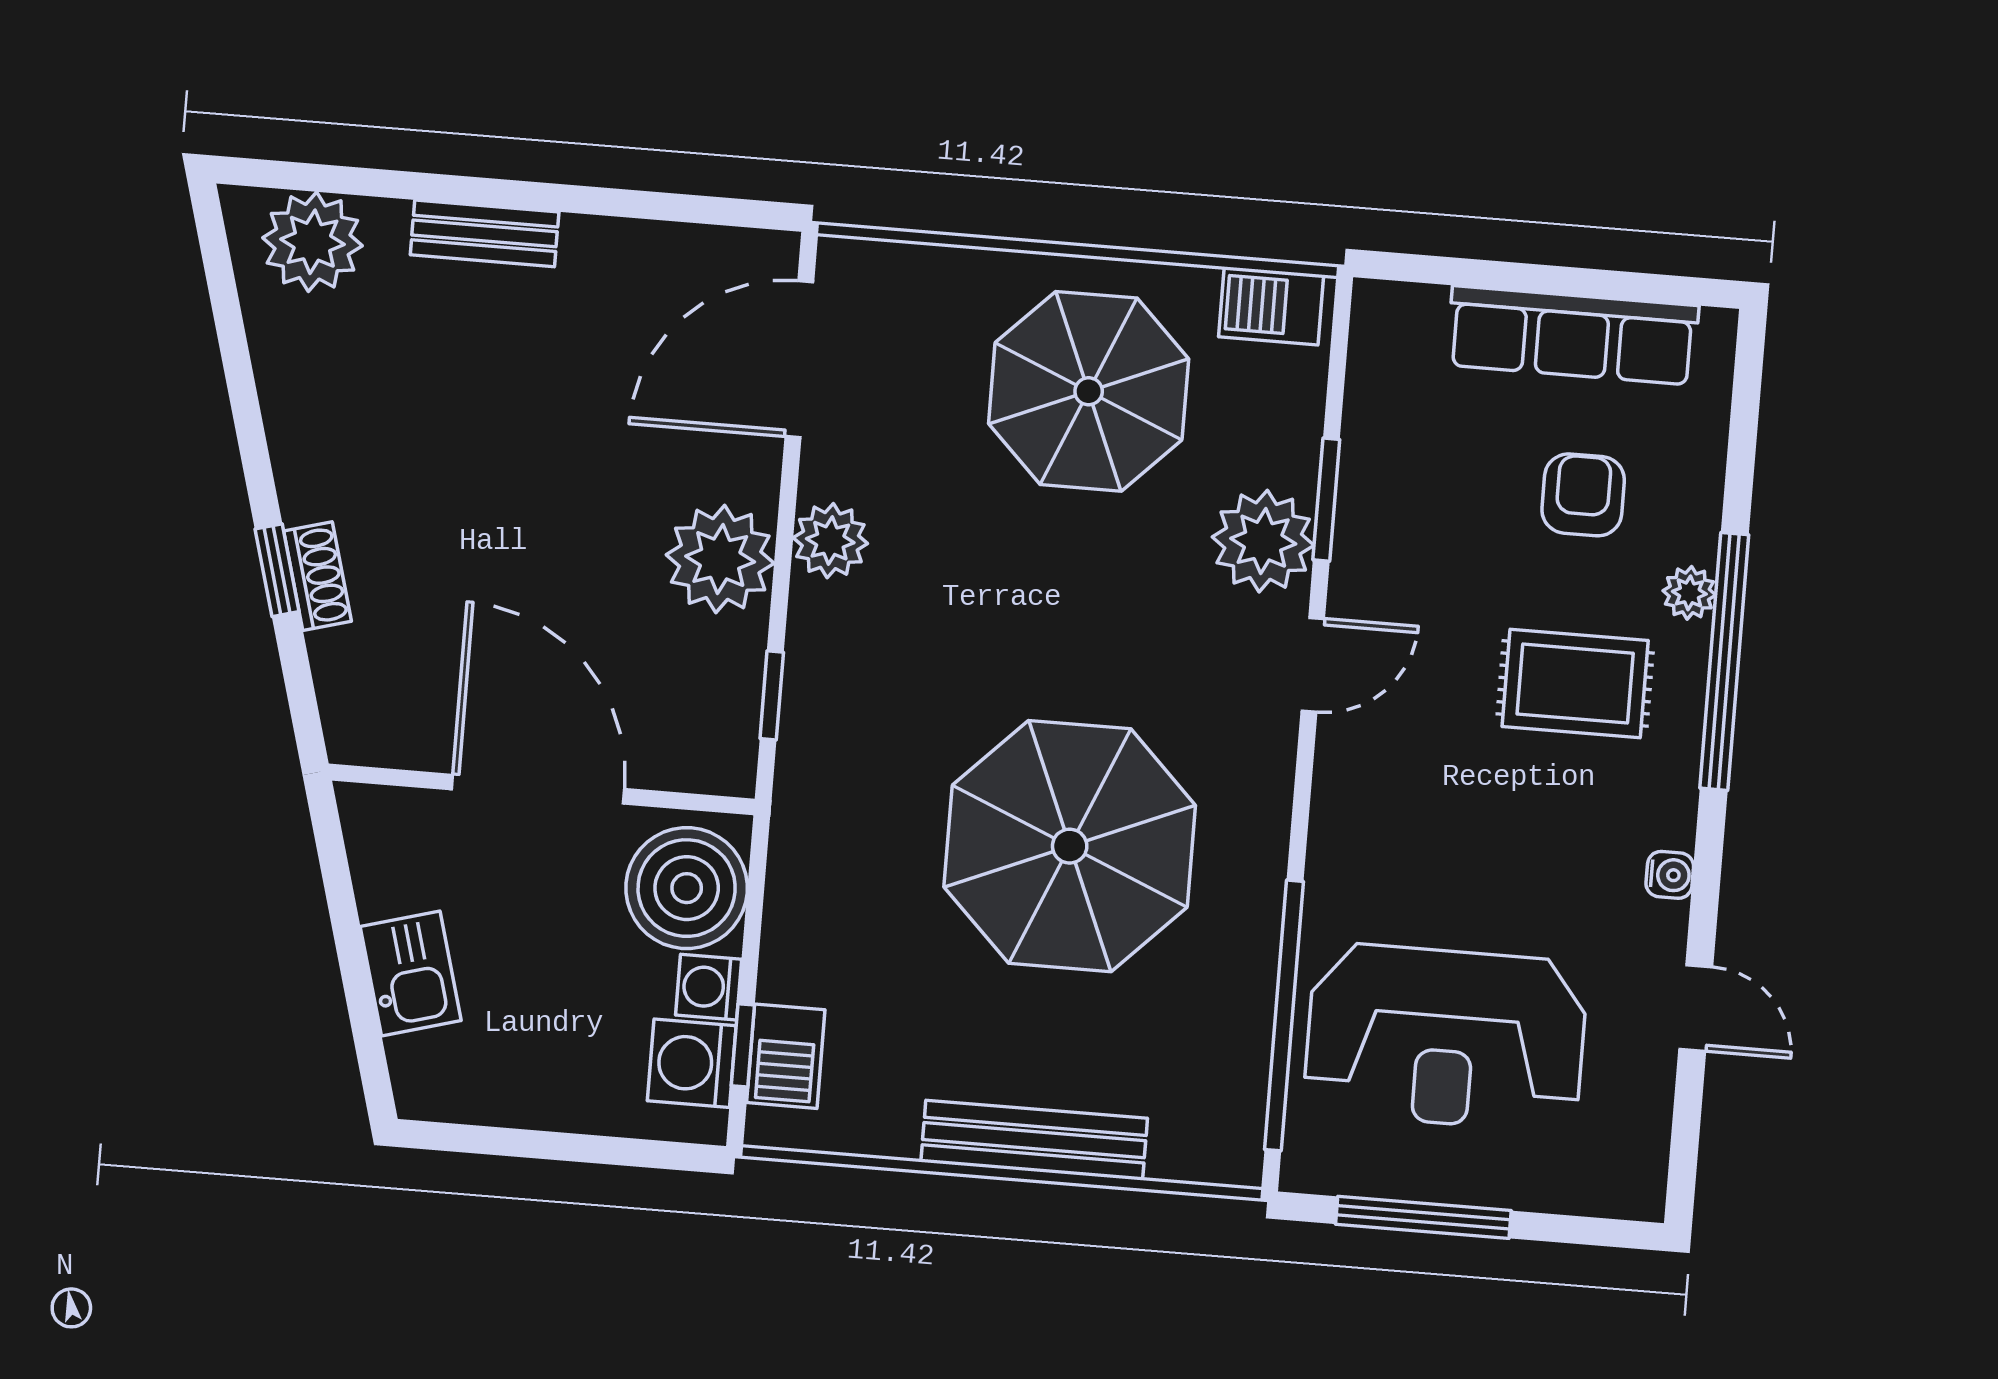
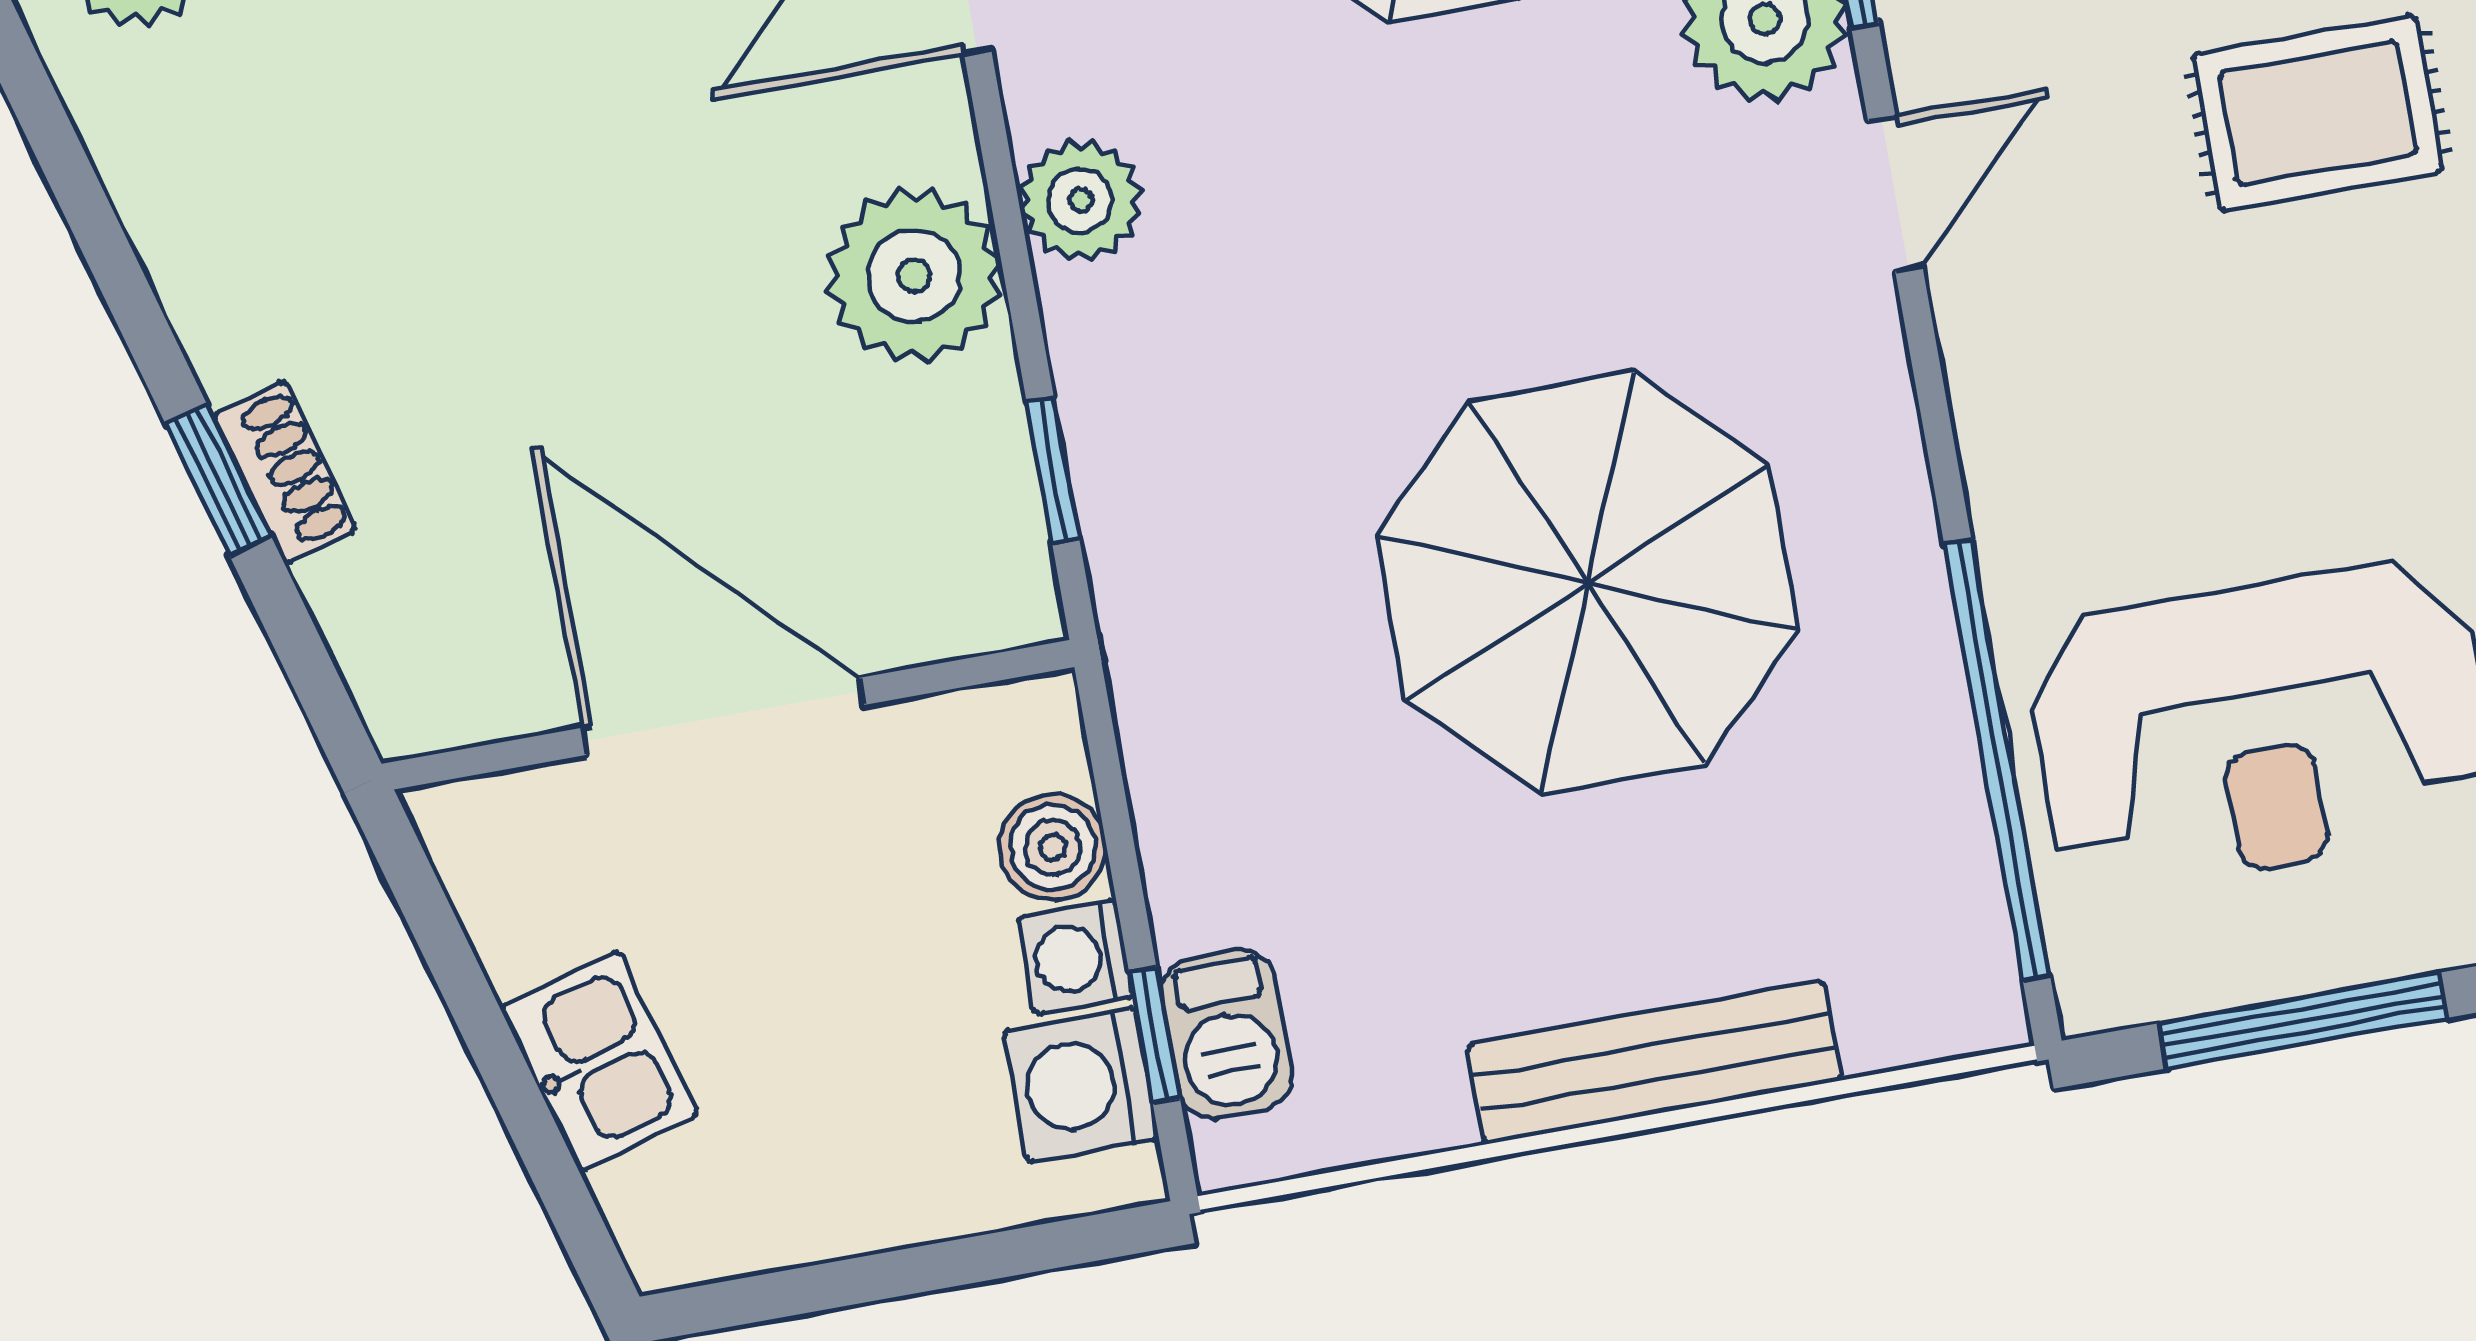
boiler: (687, 888) -> (1053, 847), width x0.54, depth x0.54

